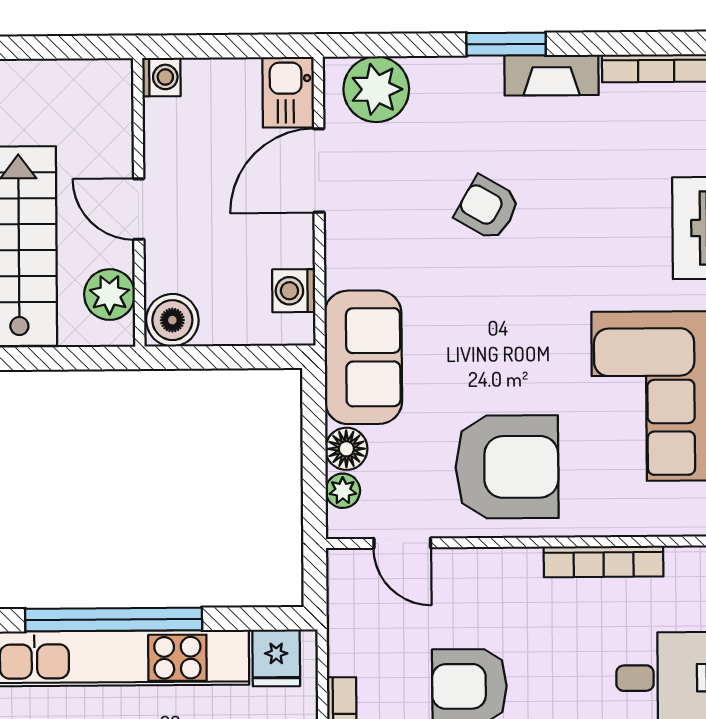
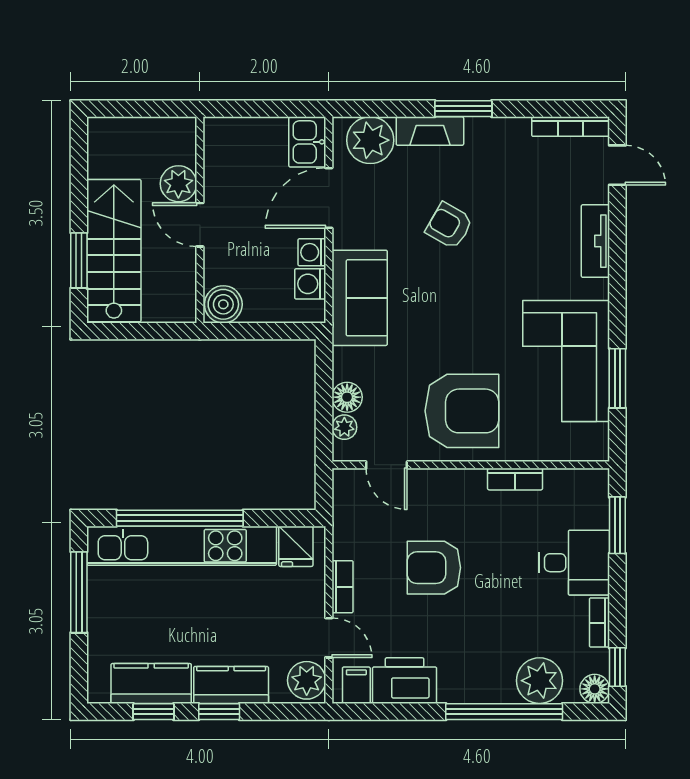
fireplace: (552, 75) -> (430, 131), moved
washing machine: (161, 77) -> (312, 252), moved, turned 180
plant: (110, 295) -> (178, 184), moved
sofa: (363, 357) -> (360, 298), moved
bookcase: (604, 562) -> (515, 479), width x0.64

